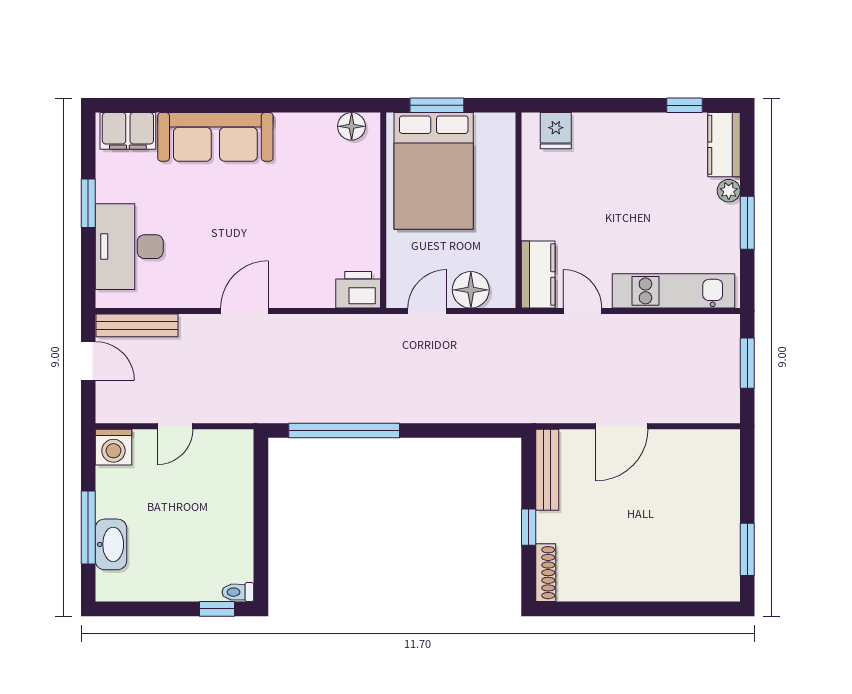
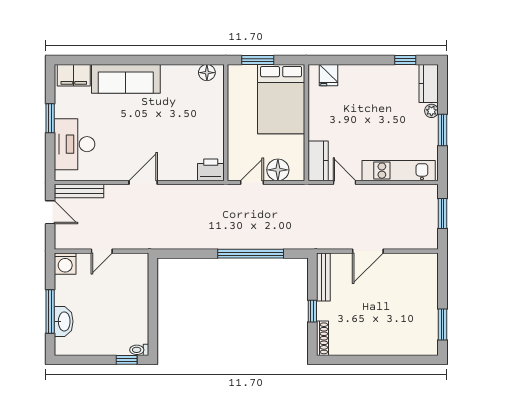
bed: (434, 171) -> (281, 99), moved
window: (344, 430) -> (251, 254), moved

